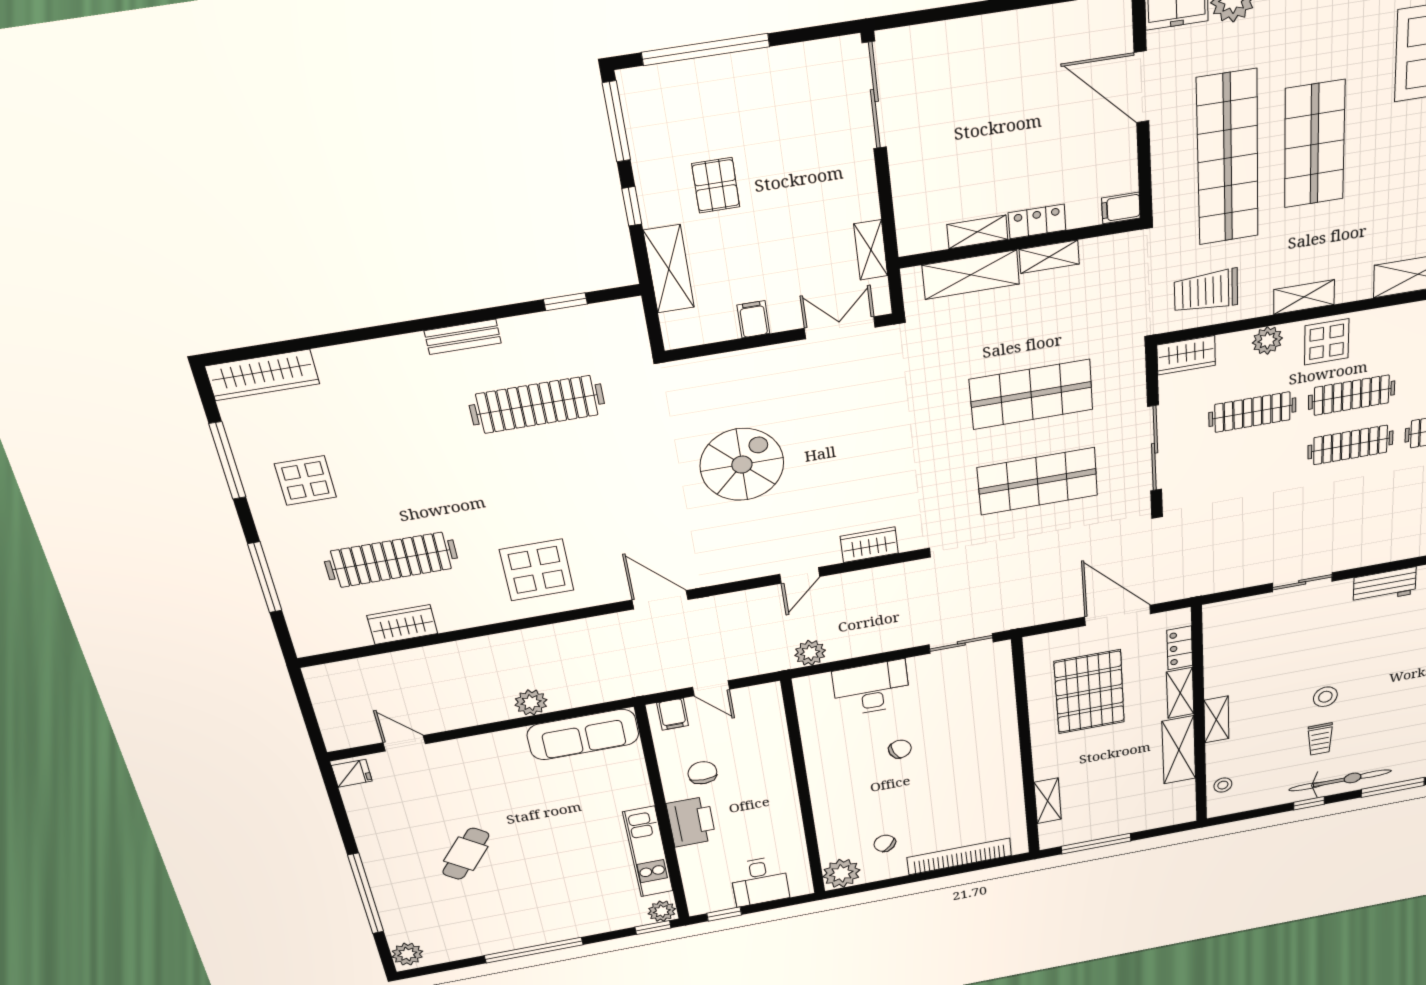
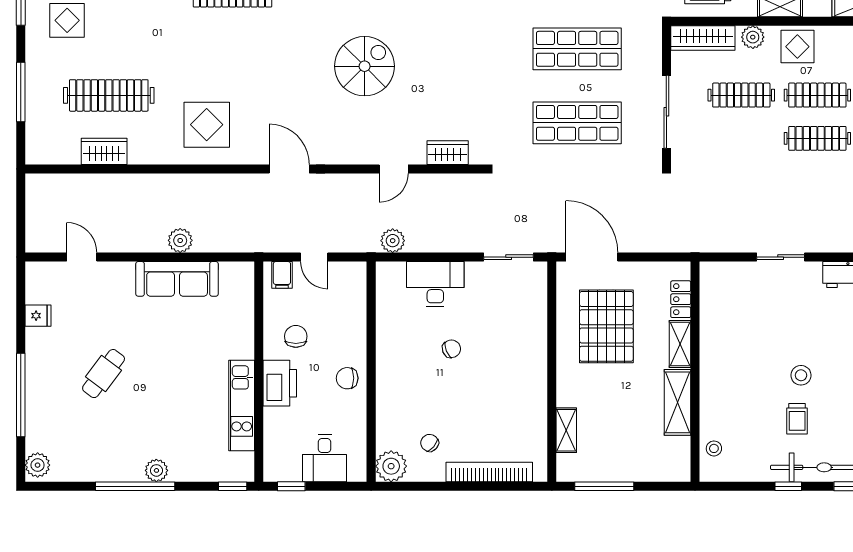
wardrobe: (1186, 355) -> (703, 38), width x1.50
door: (1118, 615) -> (592, 257), moved
shelving: (1216, 719) -> (709, 378), removed
sofa: (583, 735) -> (177, 279), moved
fridge: (352, 773) -> (38, 316), moved
chair: (774, 801) -> (347, 378), added
plant: (662, 911) -> (156, 470), moved

